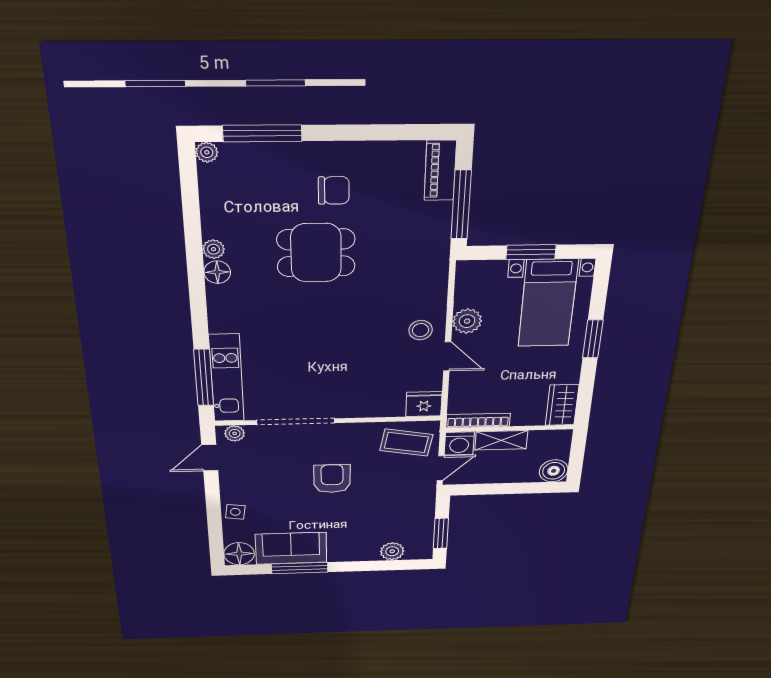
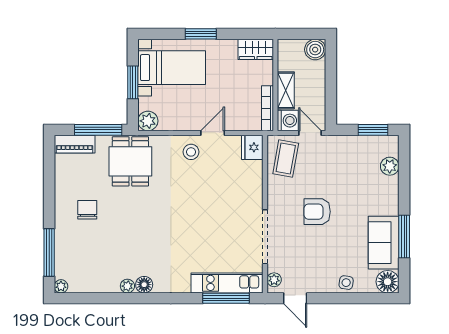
dining table: (316, 253) -> (130, 161), moved
plant: (467, 321) -> (148, 121), moved

